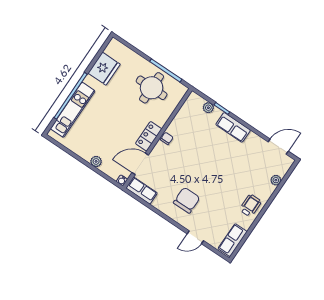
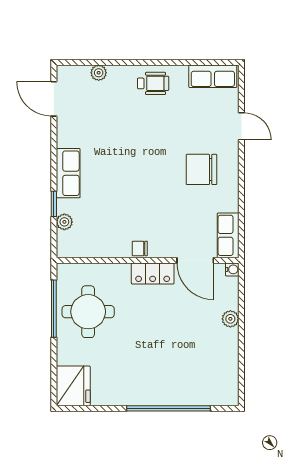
fridge: (104, 69) -> (73, 386), moved, turned 90
kitchen unit: (73, 110) -> (185, 393), removed
wheelchair: (250, 206) -> (153, 83), turned 180

